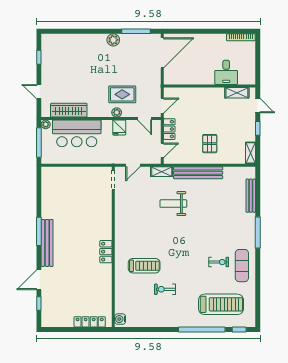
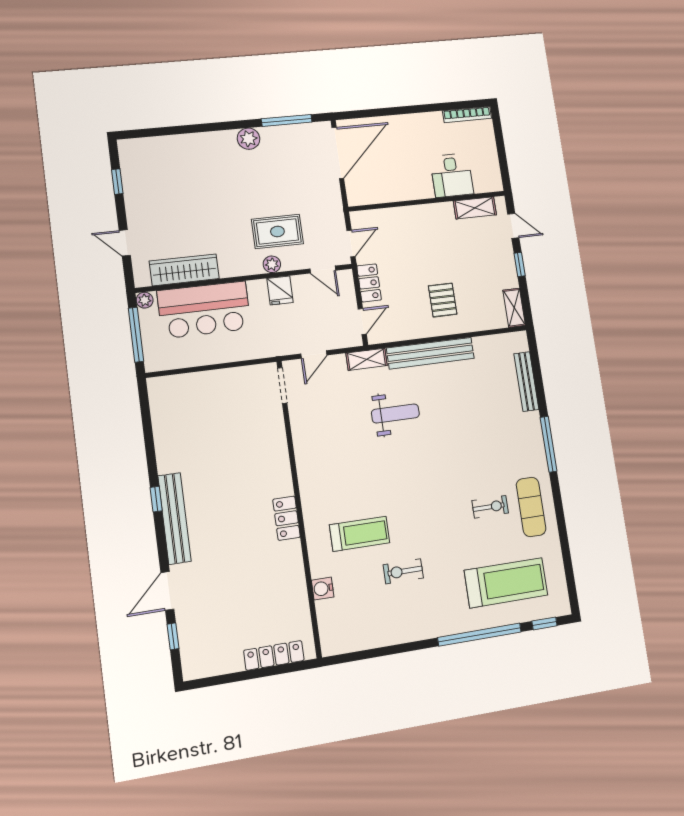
weight bench: (173, 204) -> (395, 413), turned 180
window: (39, 231) -> (156, 499), width x0.46
water cooler: (120, 319) -> (323, 589), moved

